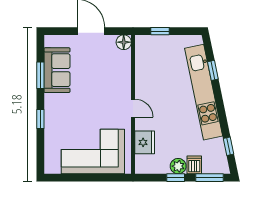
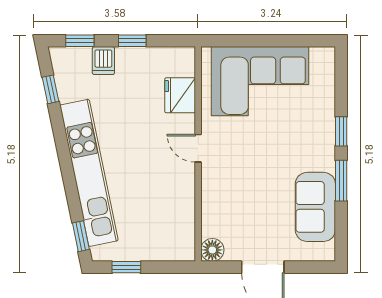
window: (160, 31) -> (126, 267), moved
window: (213, 70) -> (81, 236), moved
window: (40, 75) -> (341, 181), moved
plant: (178, 166) -> (128, 59), removed
window: (210, 178) -> (80, 41), width x0.67

